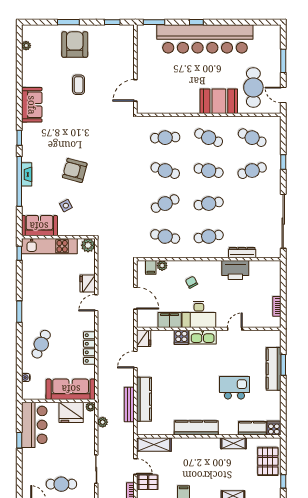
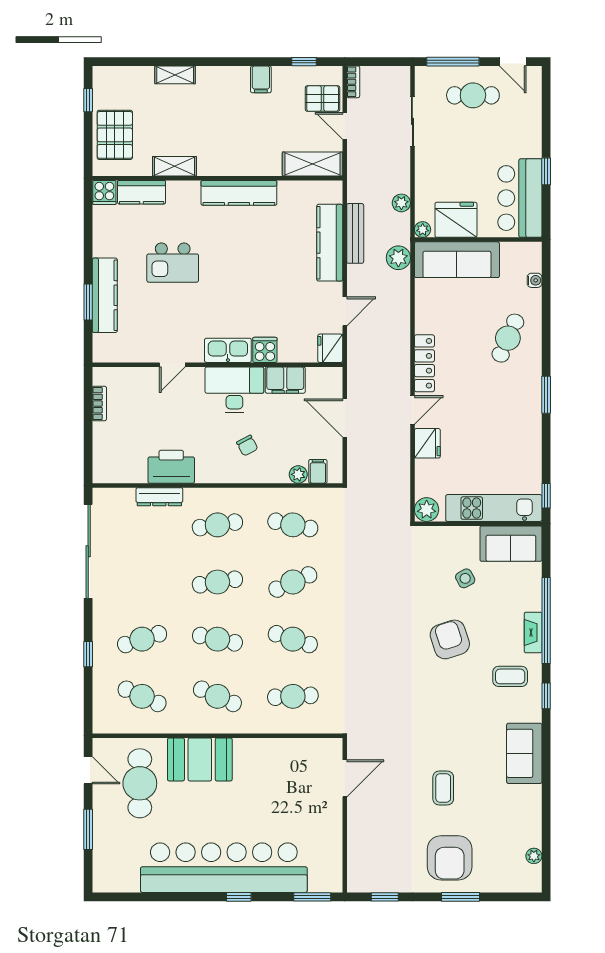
coffee table: (40, 149) -> (510, 676), added
armchair: (75, 170) -> (450, 639), turned -123
locker: (89, 348) -> (424, 363), moved
plant: (104, 390) -> (398, 258), added

